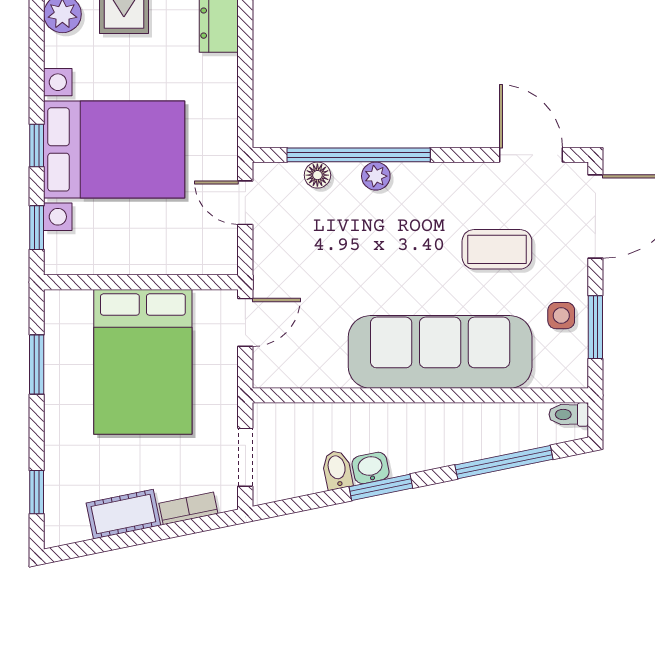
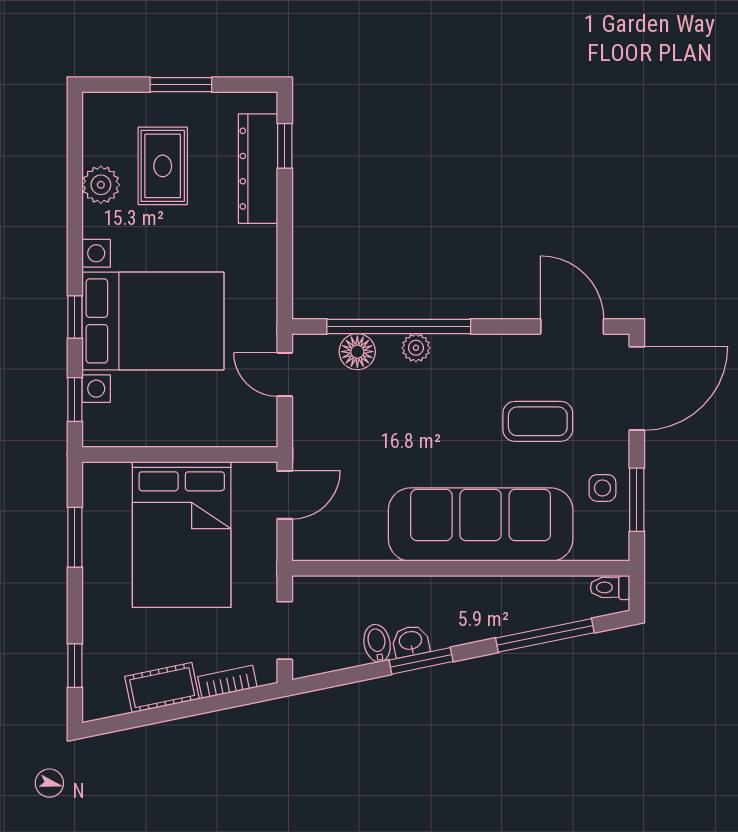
floor lamp: (317, 175) -> (357, 352), width x1.37, depth x1.37

